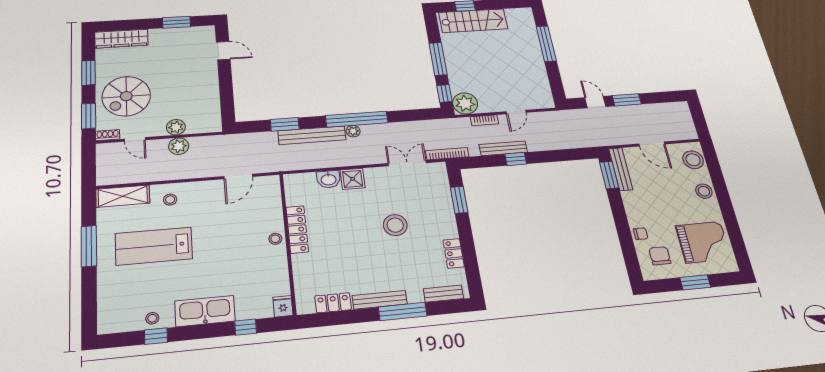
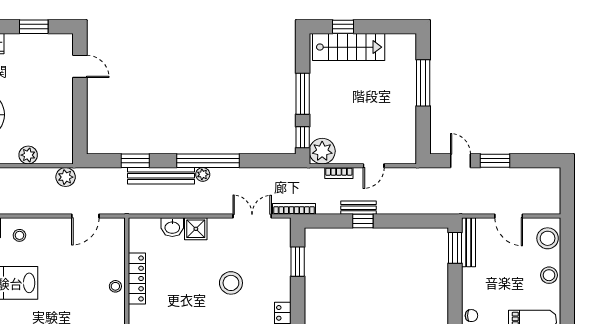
plant: (179, 146) -> (66, 177), moved
bench: (503, 148) -> (359, 208), width x0.73

